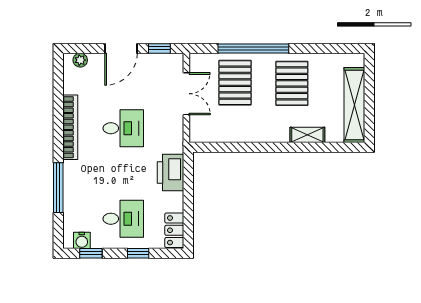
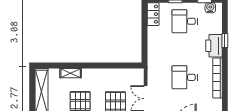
printer: (170, 173) -> (214, 46), moved, turned 180
window: (58, 188) -> (225, 41), width x0.46

